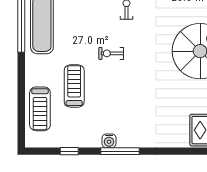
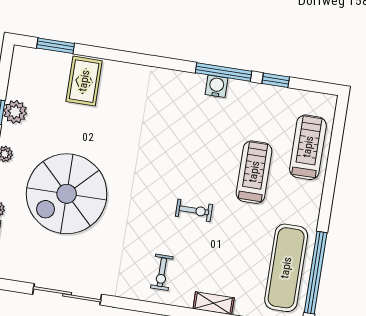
treadmill: (74, 86) -> (254, 172), turned 180
window: (120, 151) -> (224, 72), moved

